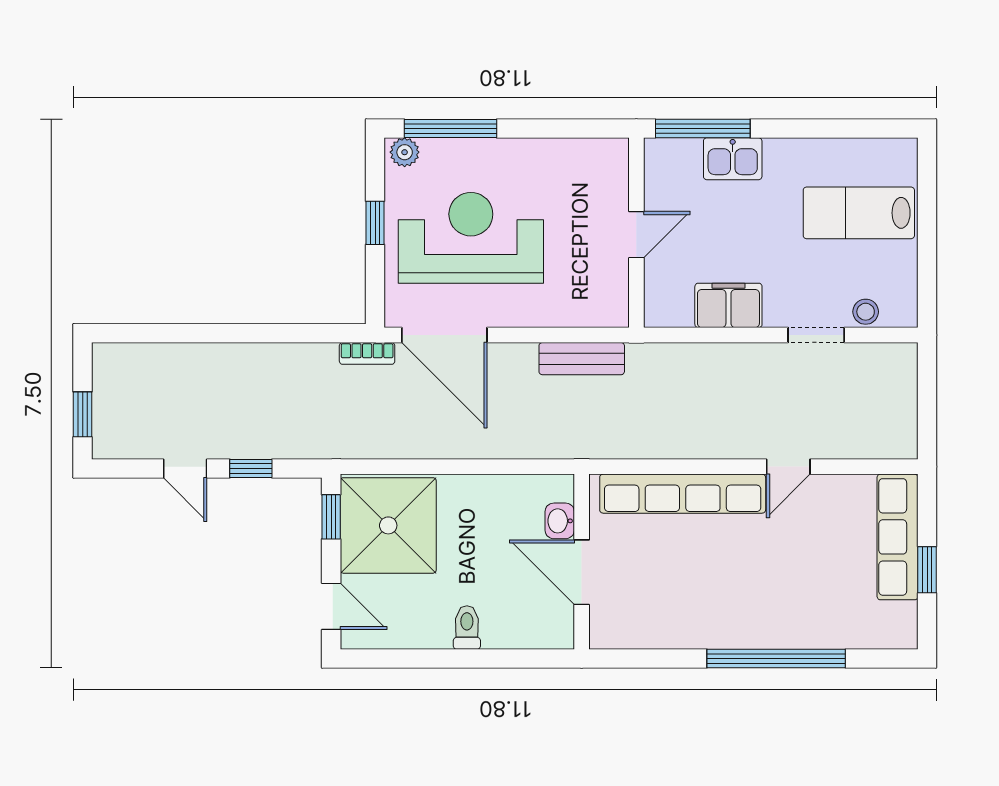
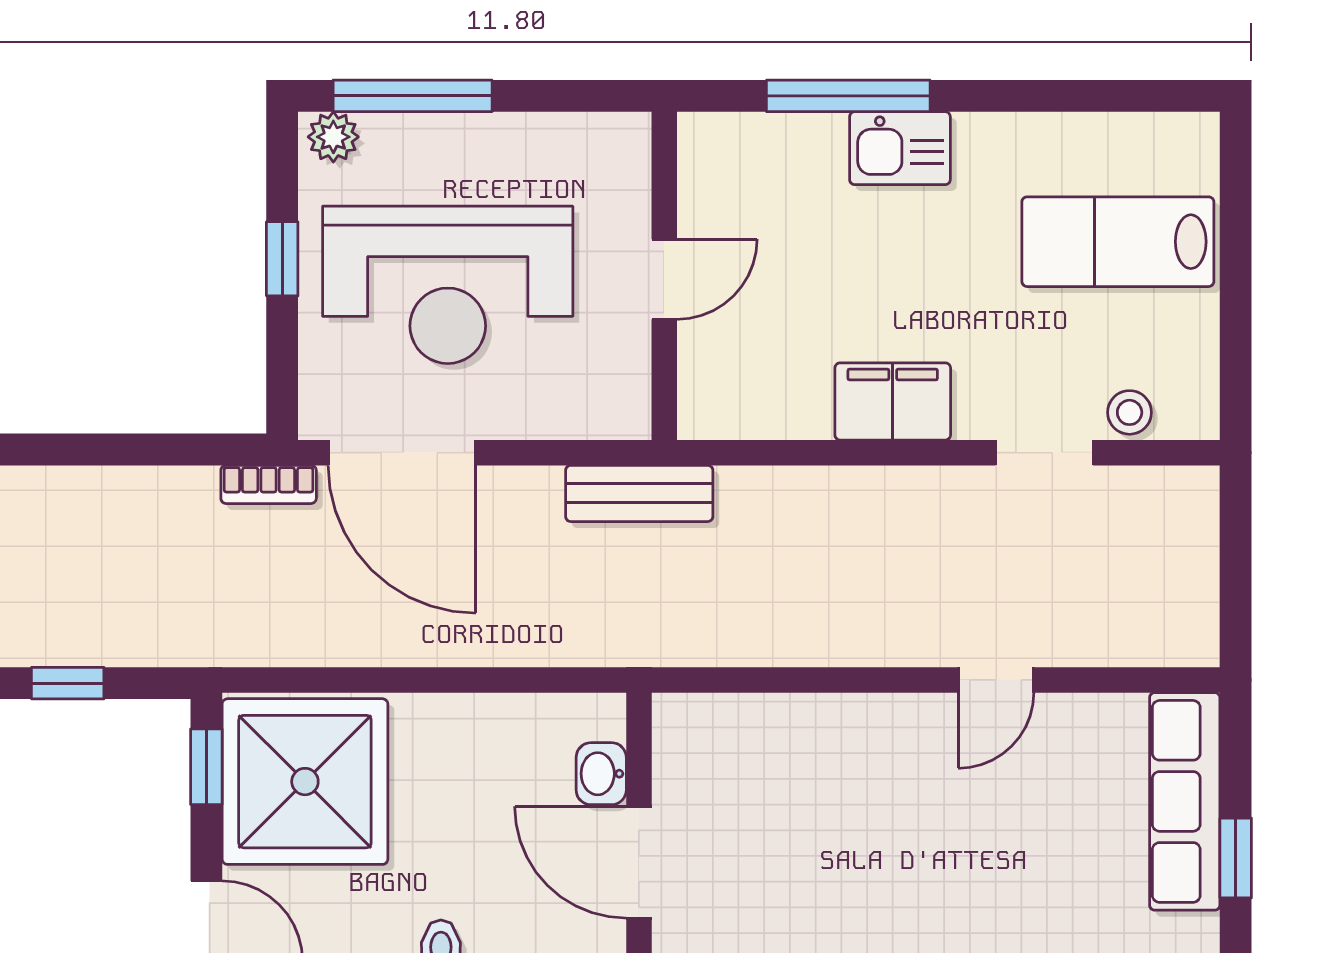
wall: (636, 233) -> (664, 276), moved
door: (636, 235) -> (664, 279), moved
reception desk: (471, 238) -> (448, 285), turned 180
row of seats: (683, 494) -> (814, 727), removed

